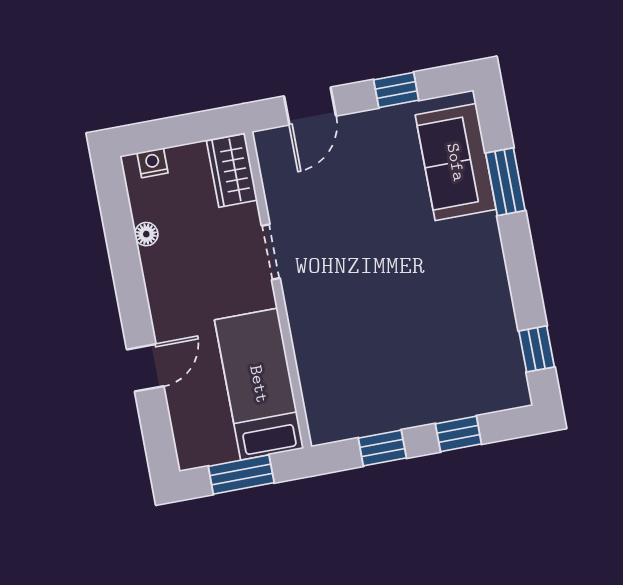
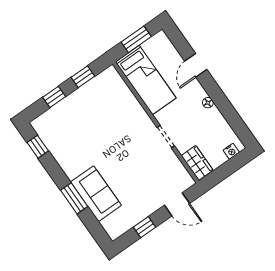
door: (310, 106) -> (177, 204), swing flipped
sofa: (456, 162) -> (96, 194), moved
window: (505, 182) -> (74, 198), moved
floor lamp: (146, 234) -> (208, 103), moved

